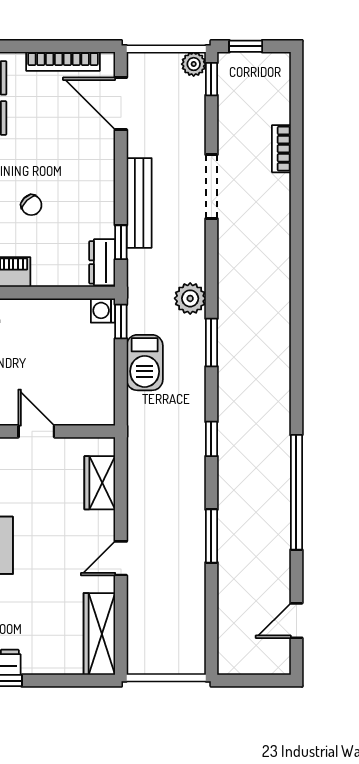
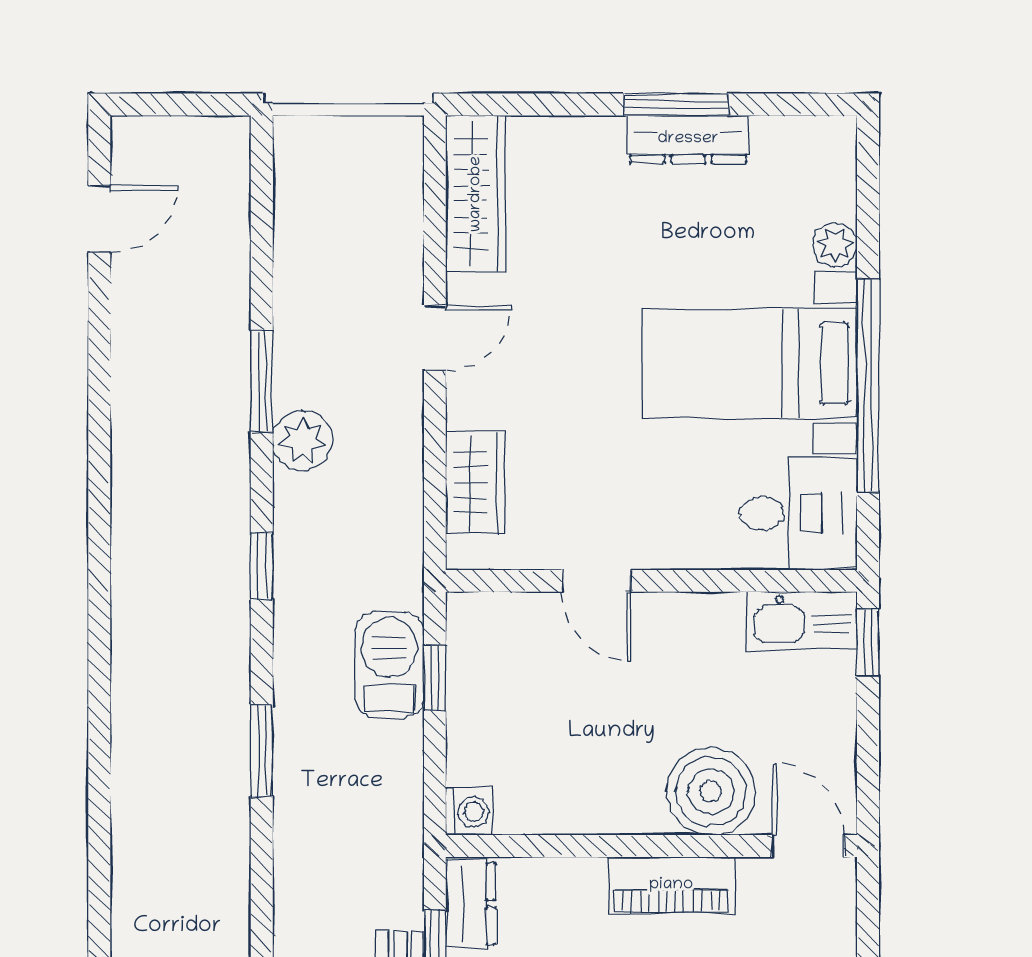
plant: (190, 298) -> (302, 441), moved
window: (121, 322) -> (435, 678), moved
barbecue: (145, 363) -> (389, 665), moved
window: (296, 492) -> (99, 464), removed

